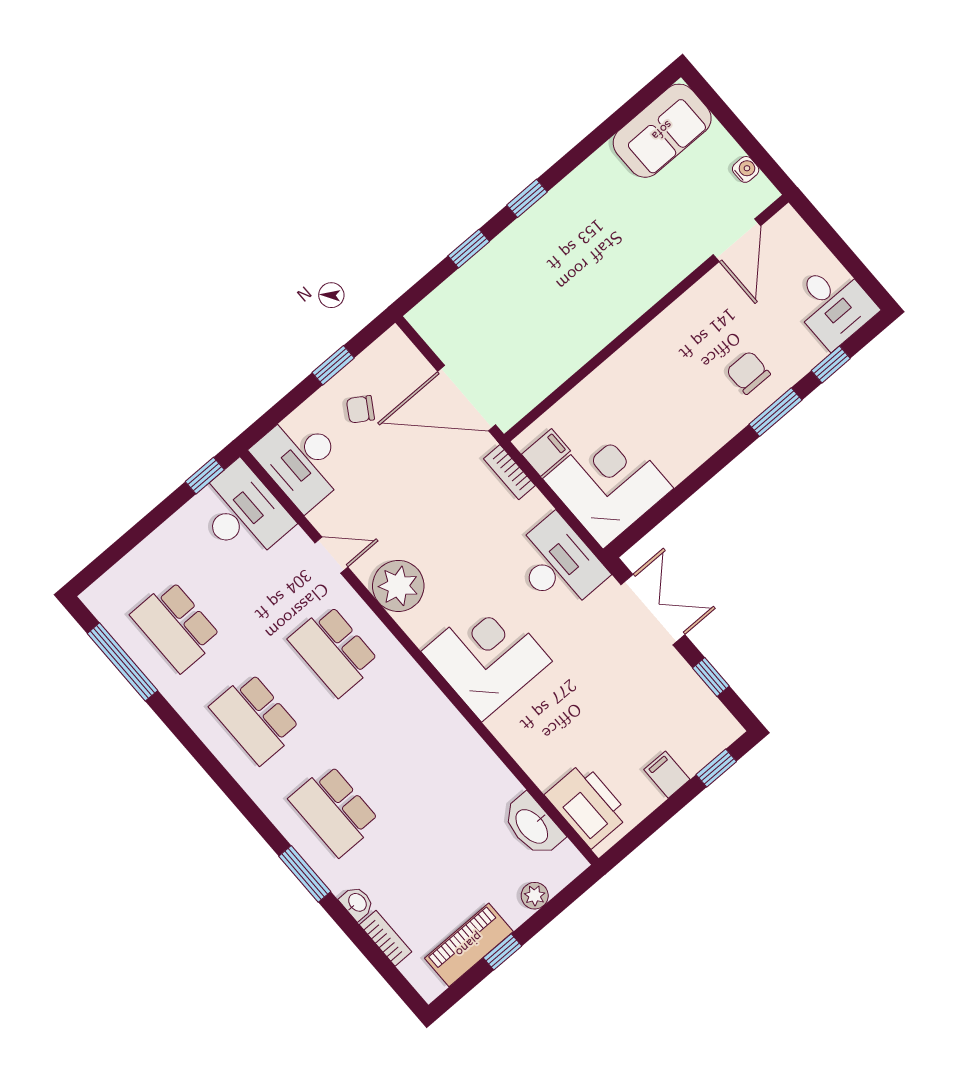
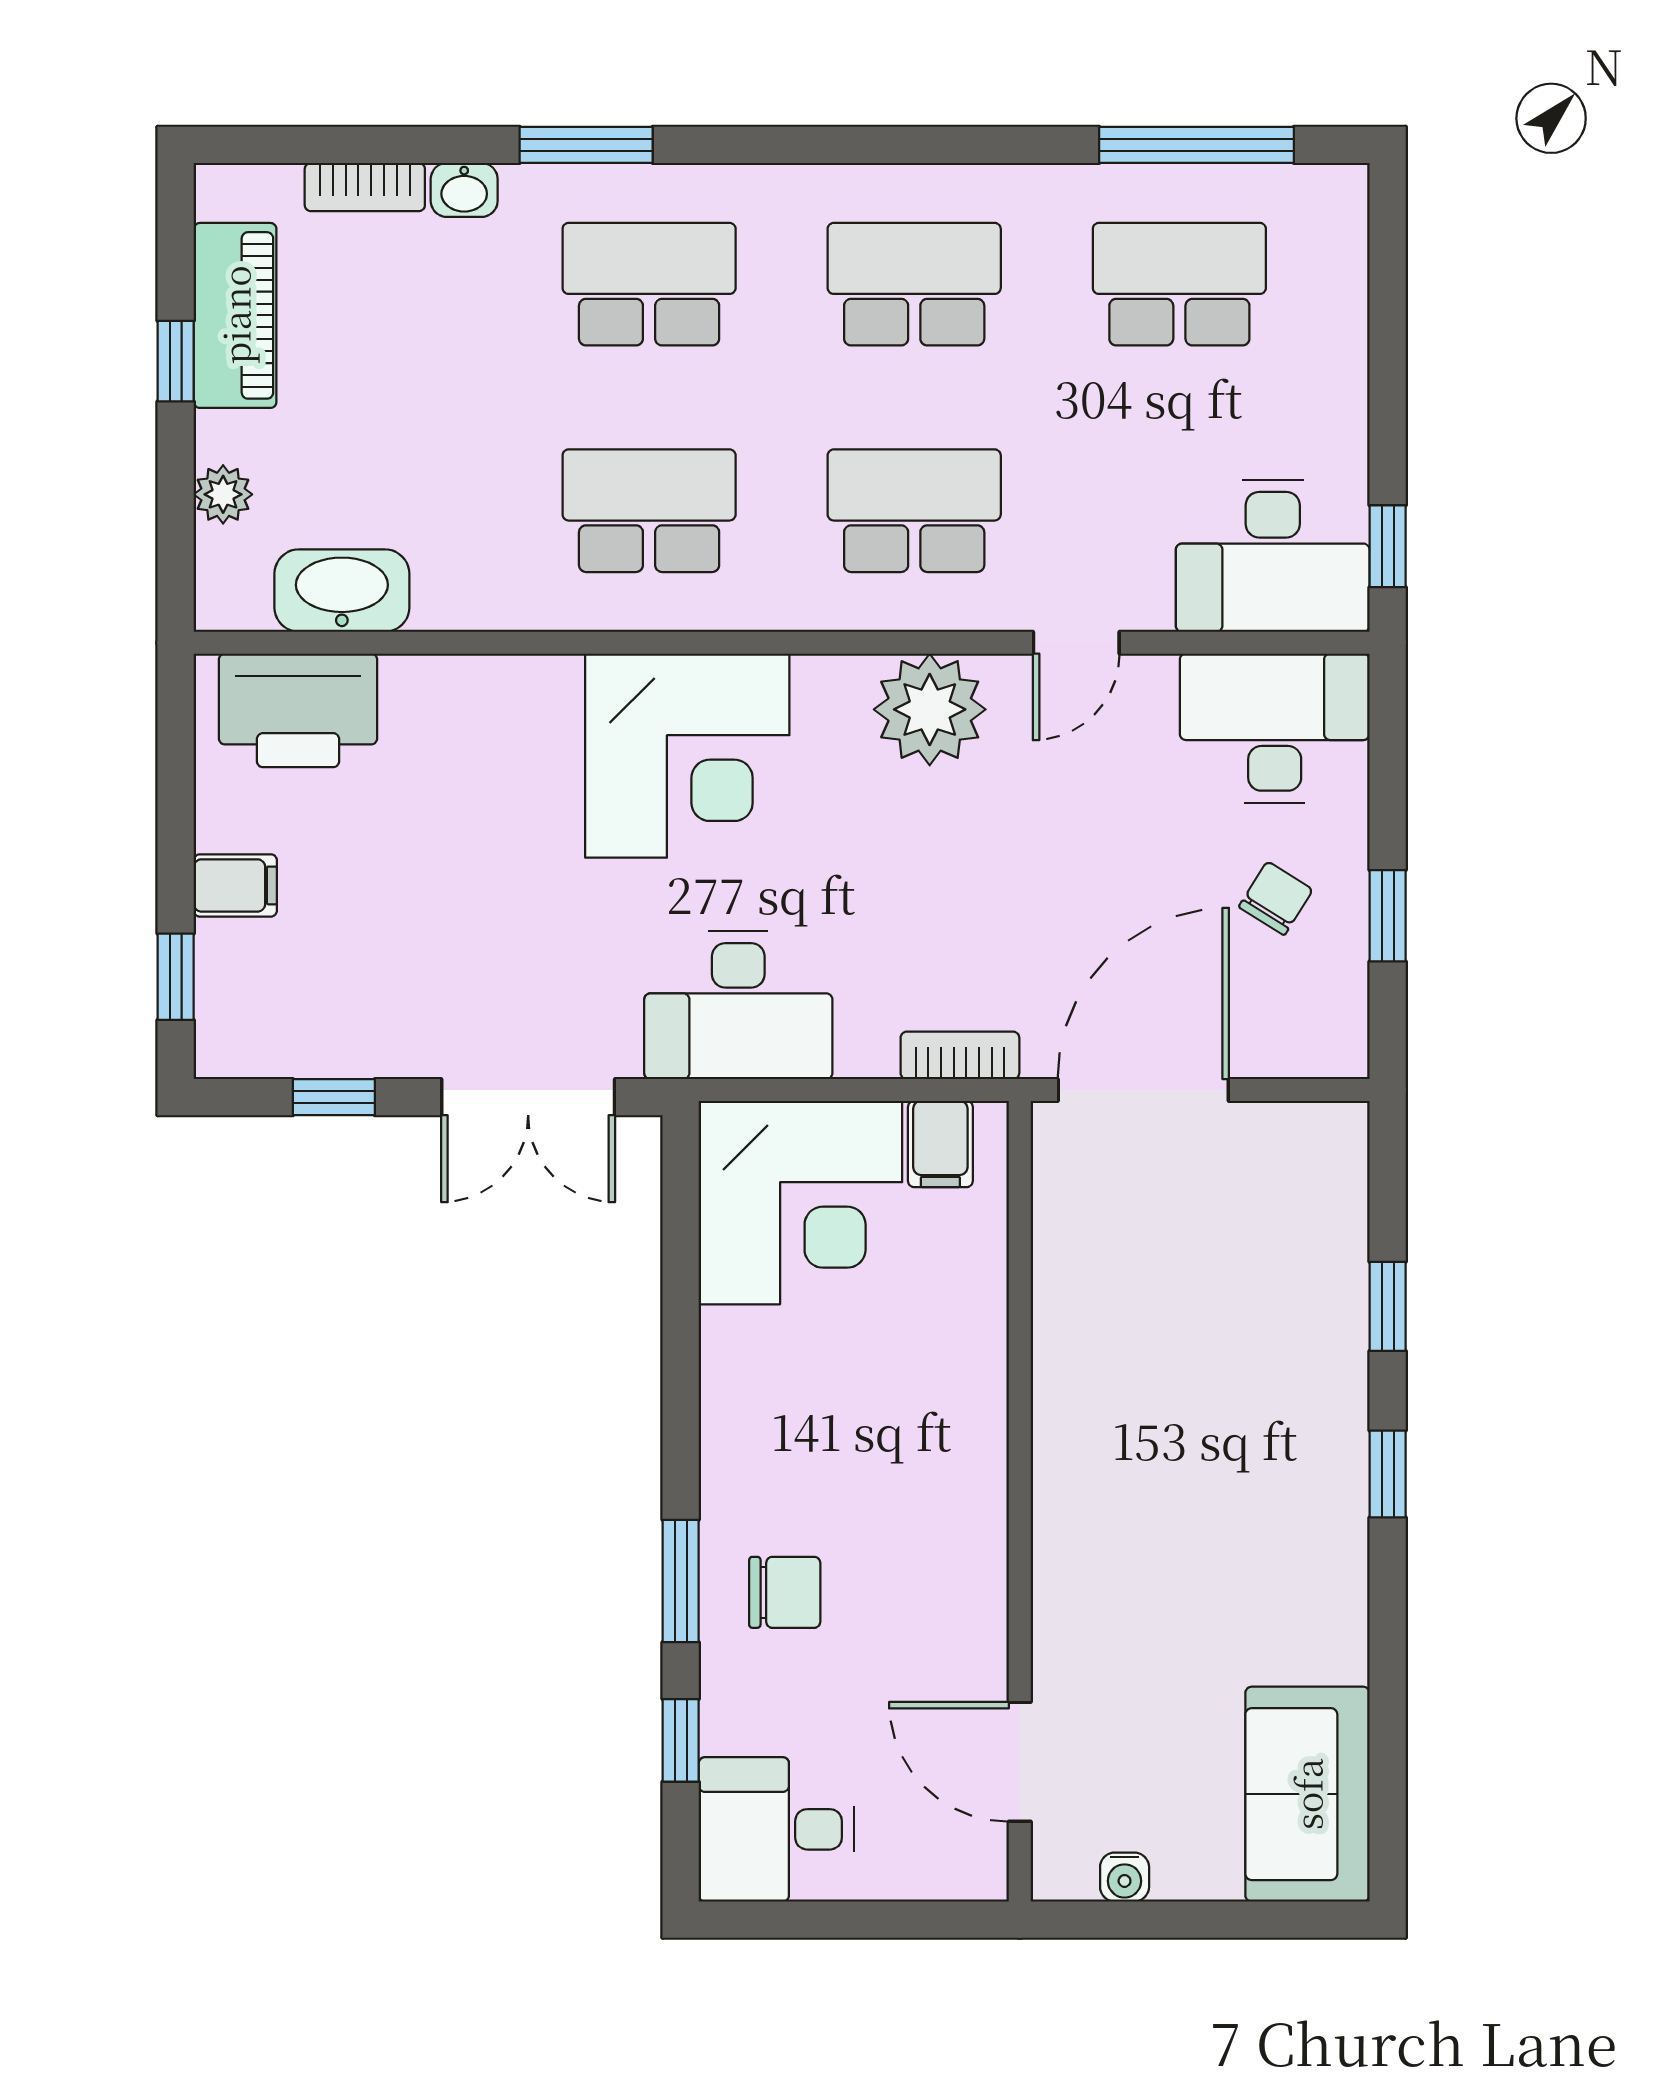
school desk: (413, 743) -> (649, 511), added

